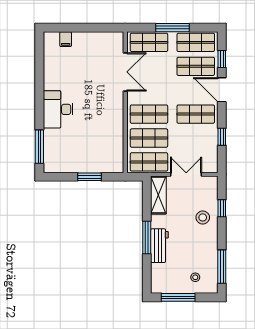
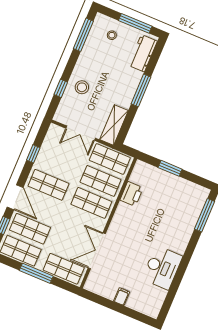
filing cabinet: (66, 39) -> (122, 297), moved
desk: (58, 109) -> (162, 268), moved
printer: (115, 138) -> (132, 194), added
workbench: (159, 246) -> (143, 53), moved

